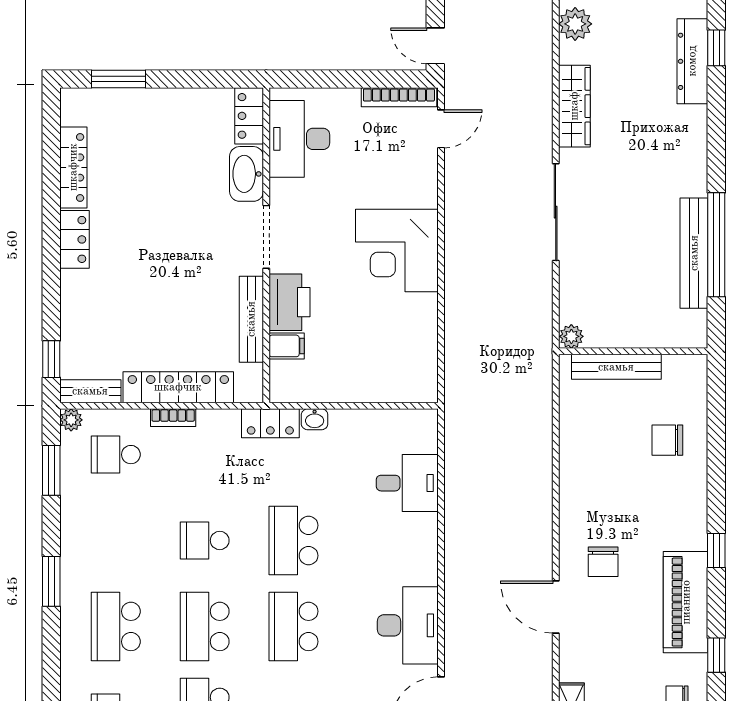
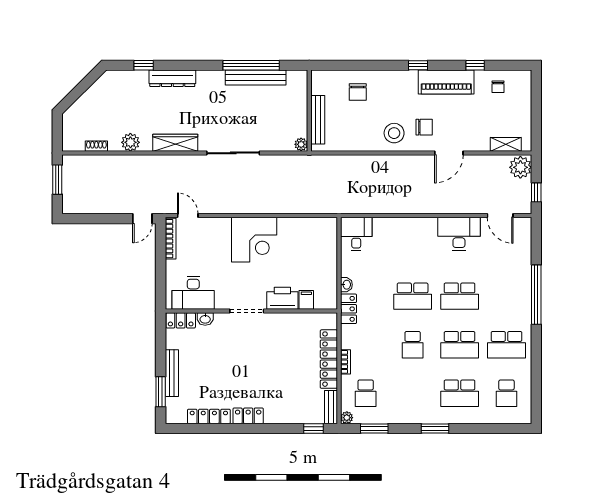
dresser: (692, 61) -> (172, 78), moved
washbasin: (247, 174) -> (205, 319), width x0.52, depth x0.69
bench: (251, 319) -> (172, 373), moved, turned 90
desk: (407, 483) -> (356, 234), moved
stool: (592, 507) -> (394, 133), added

